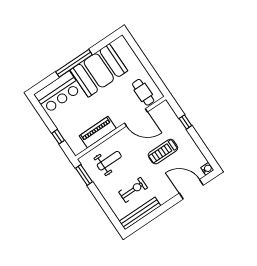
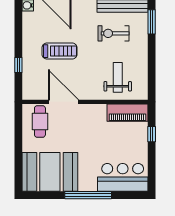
booth: (99, 70) -> (50, 172), moved
piano: (98, 132) -> (127, 113), moved
weight bench: (109, 161) -> (118, 77), turned 90
window: (84, 175) -> (152, 22), moved

